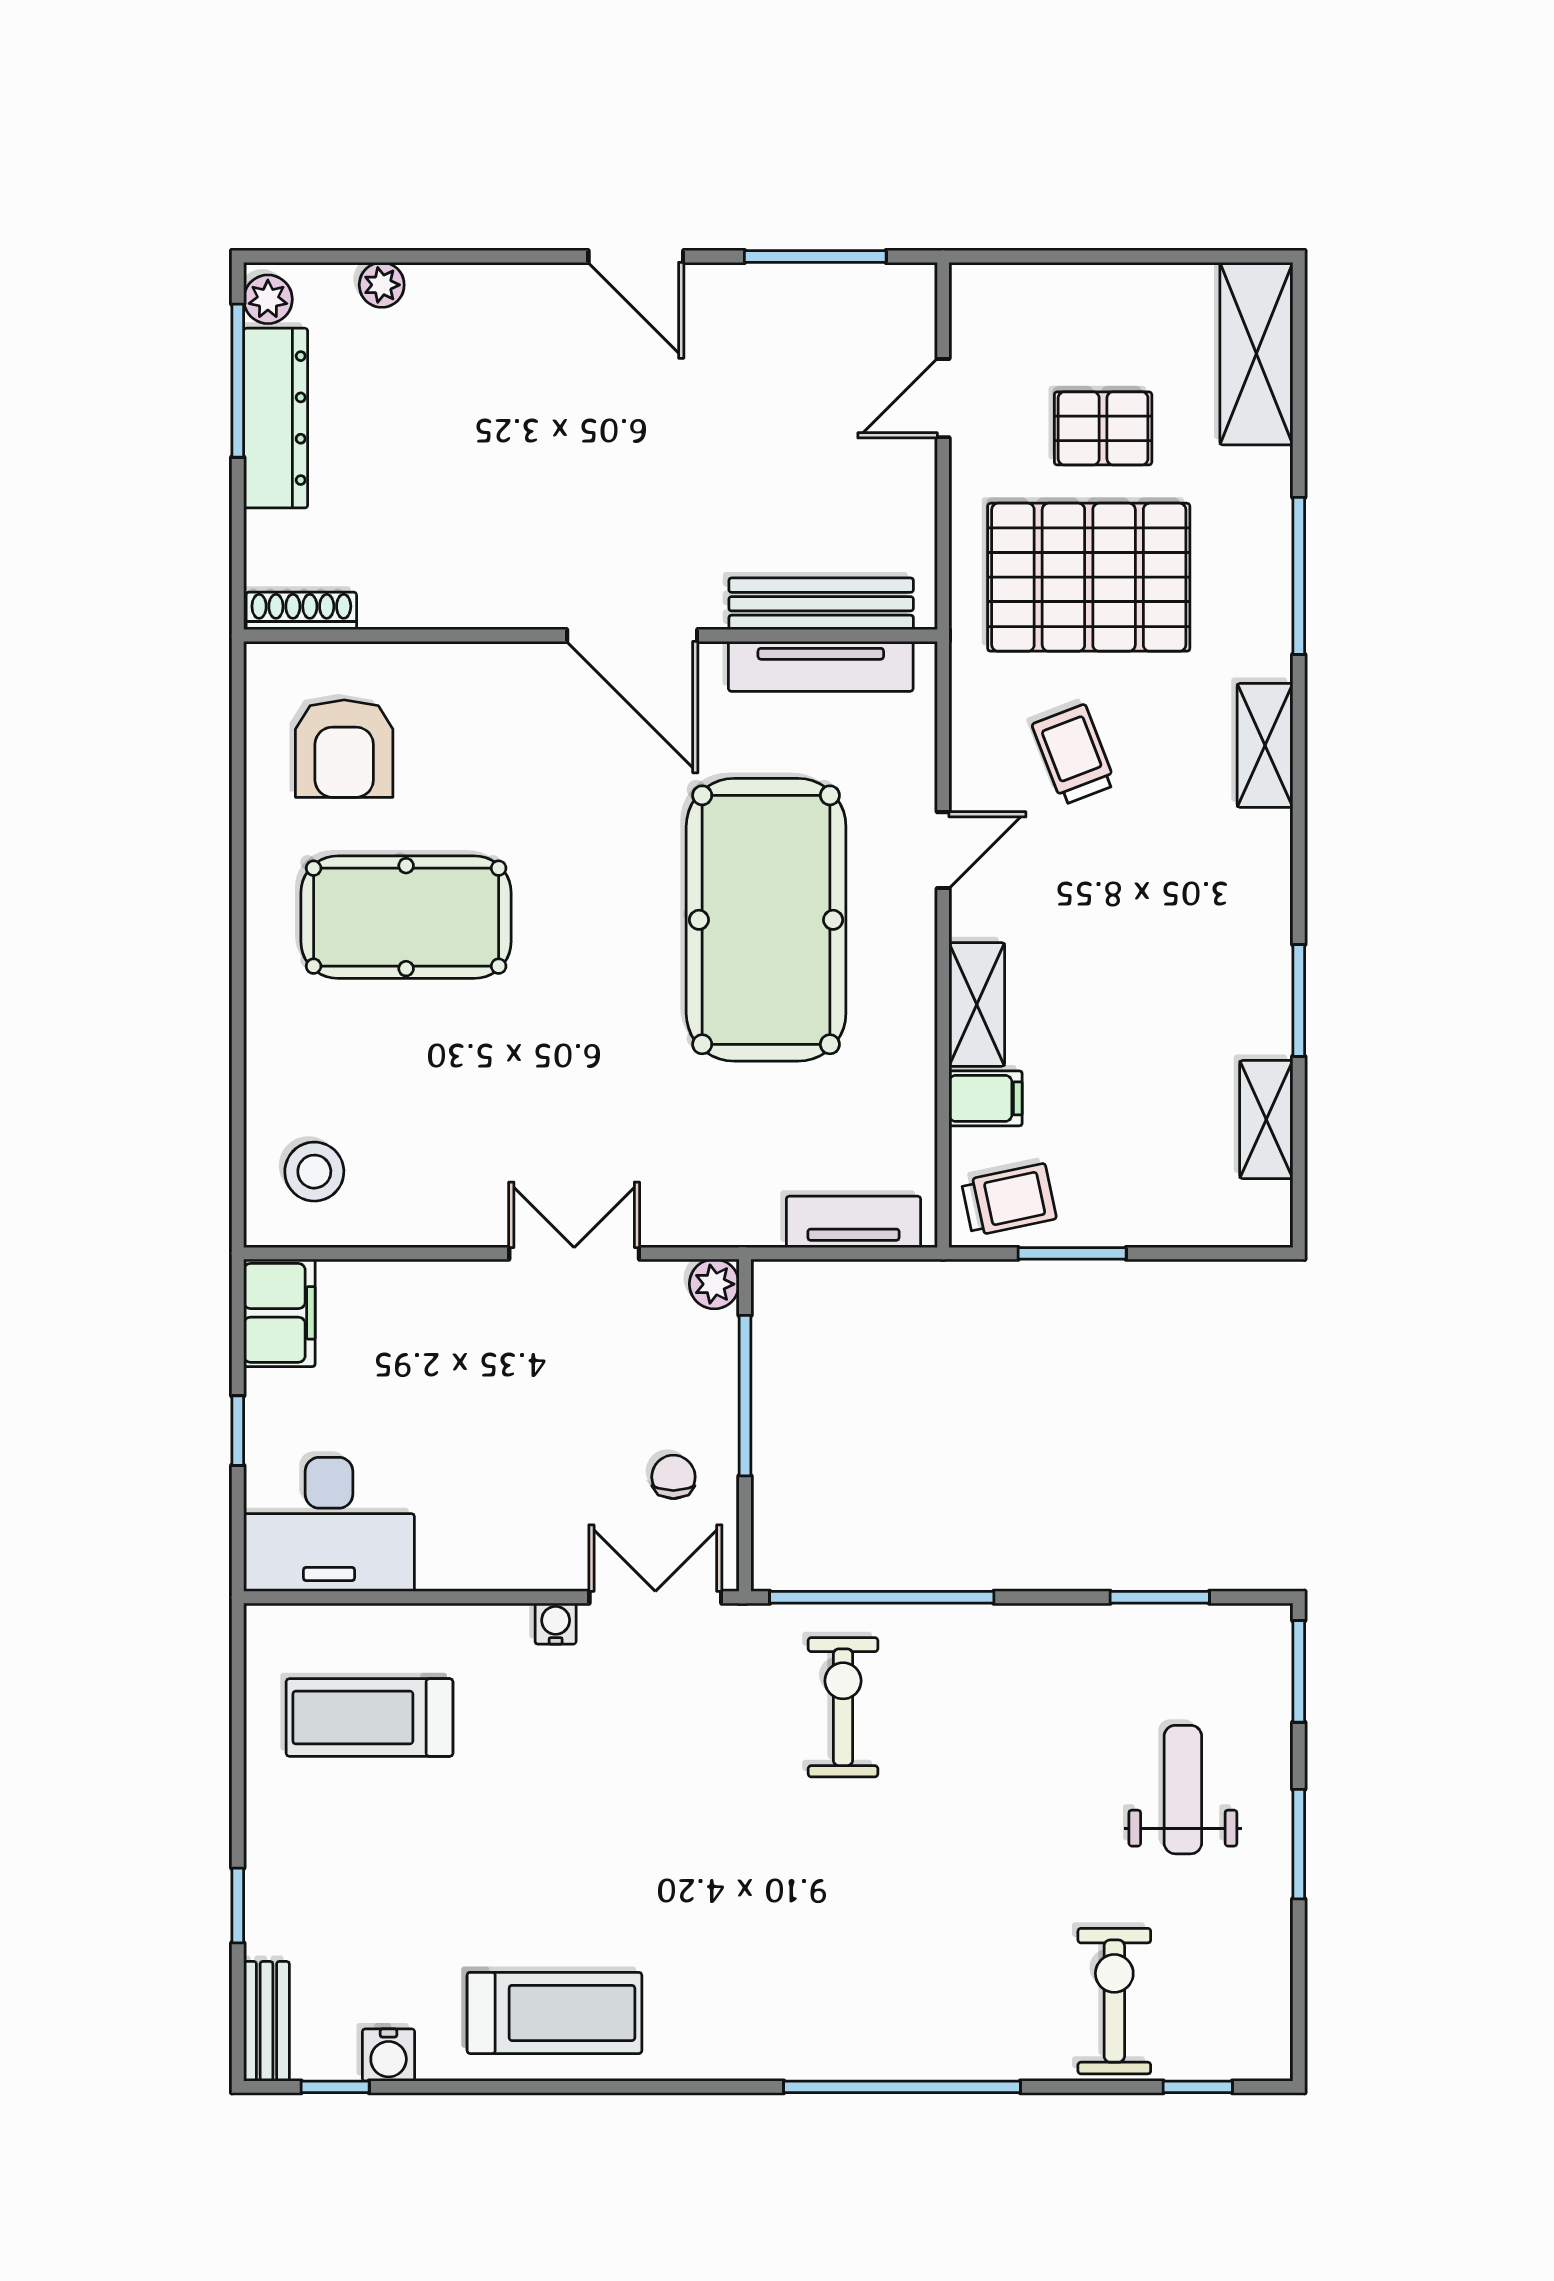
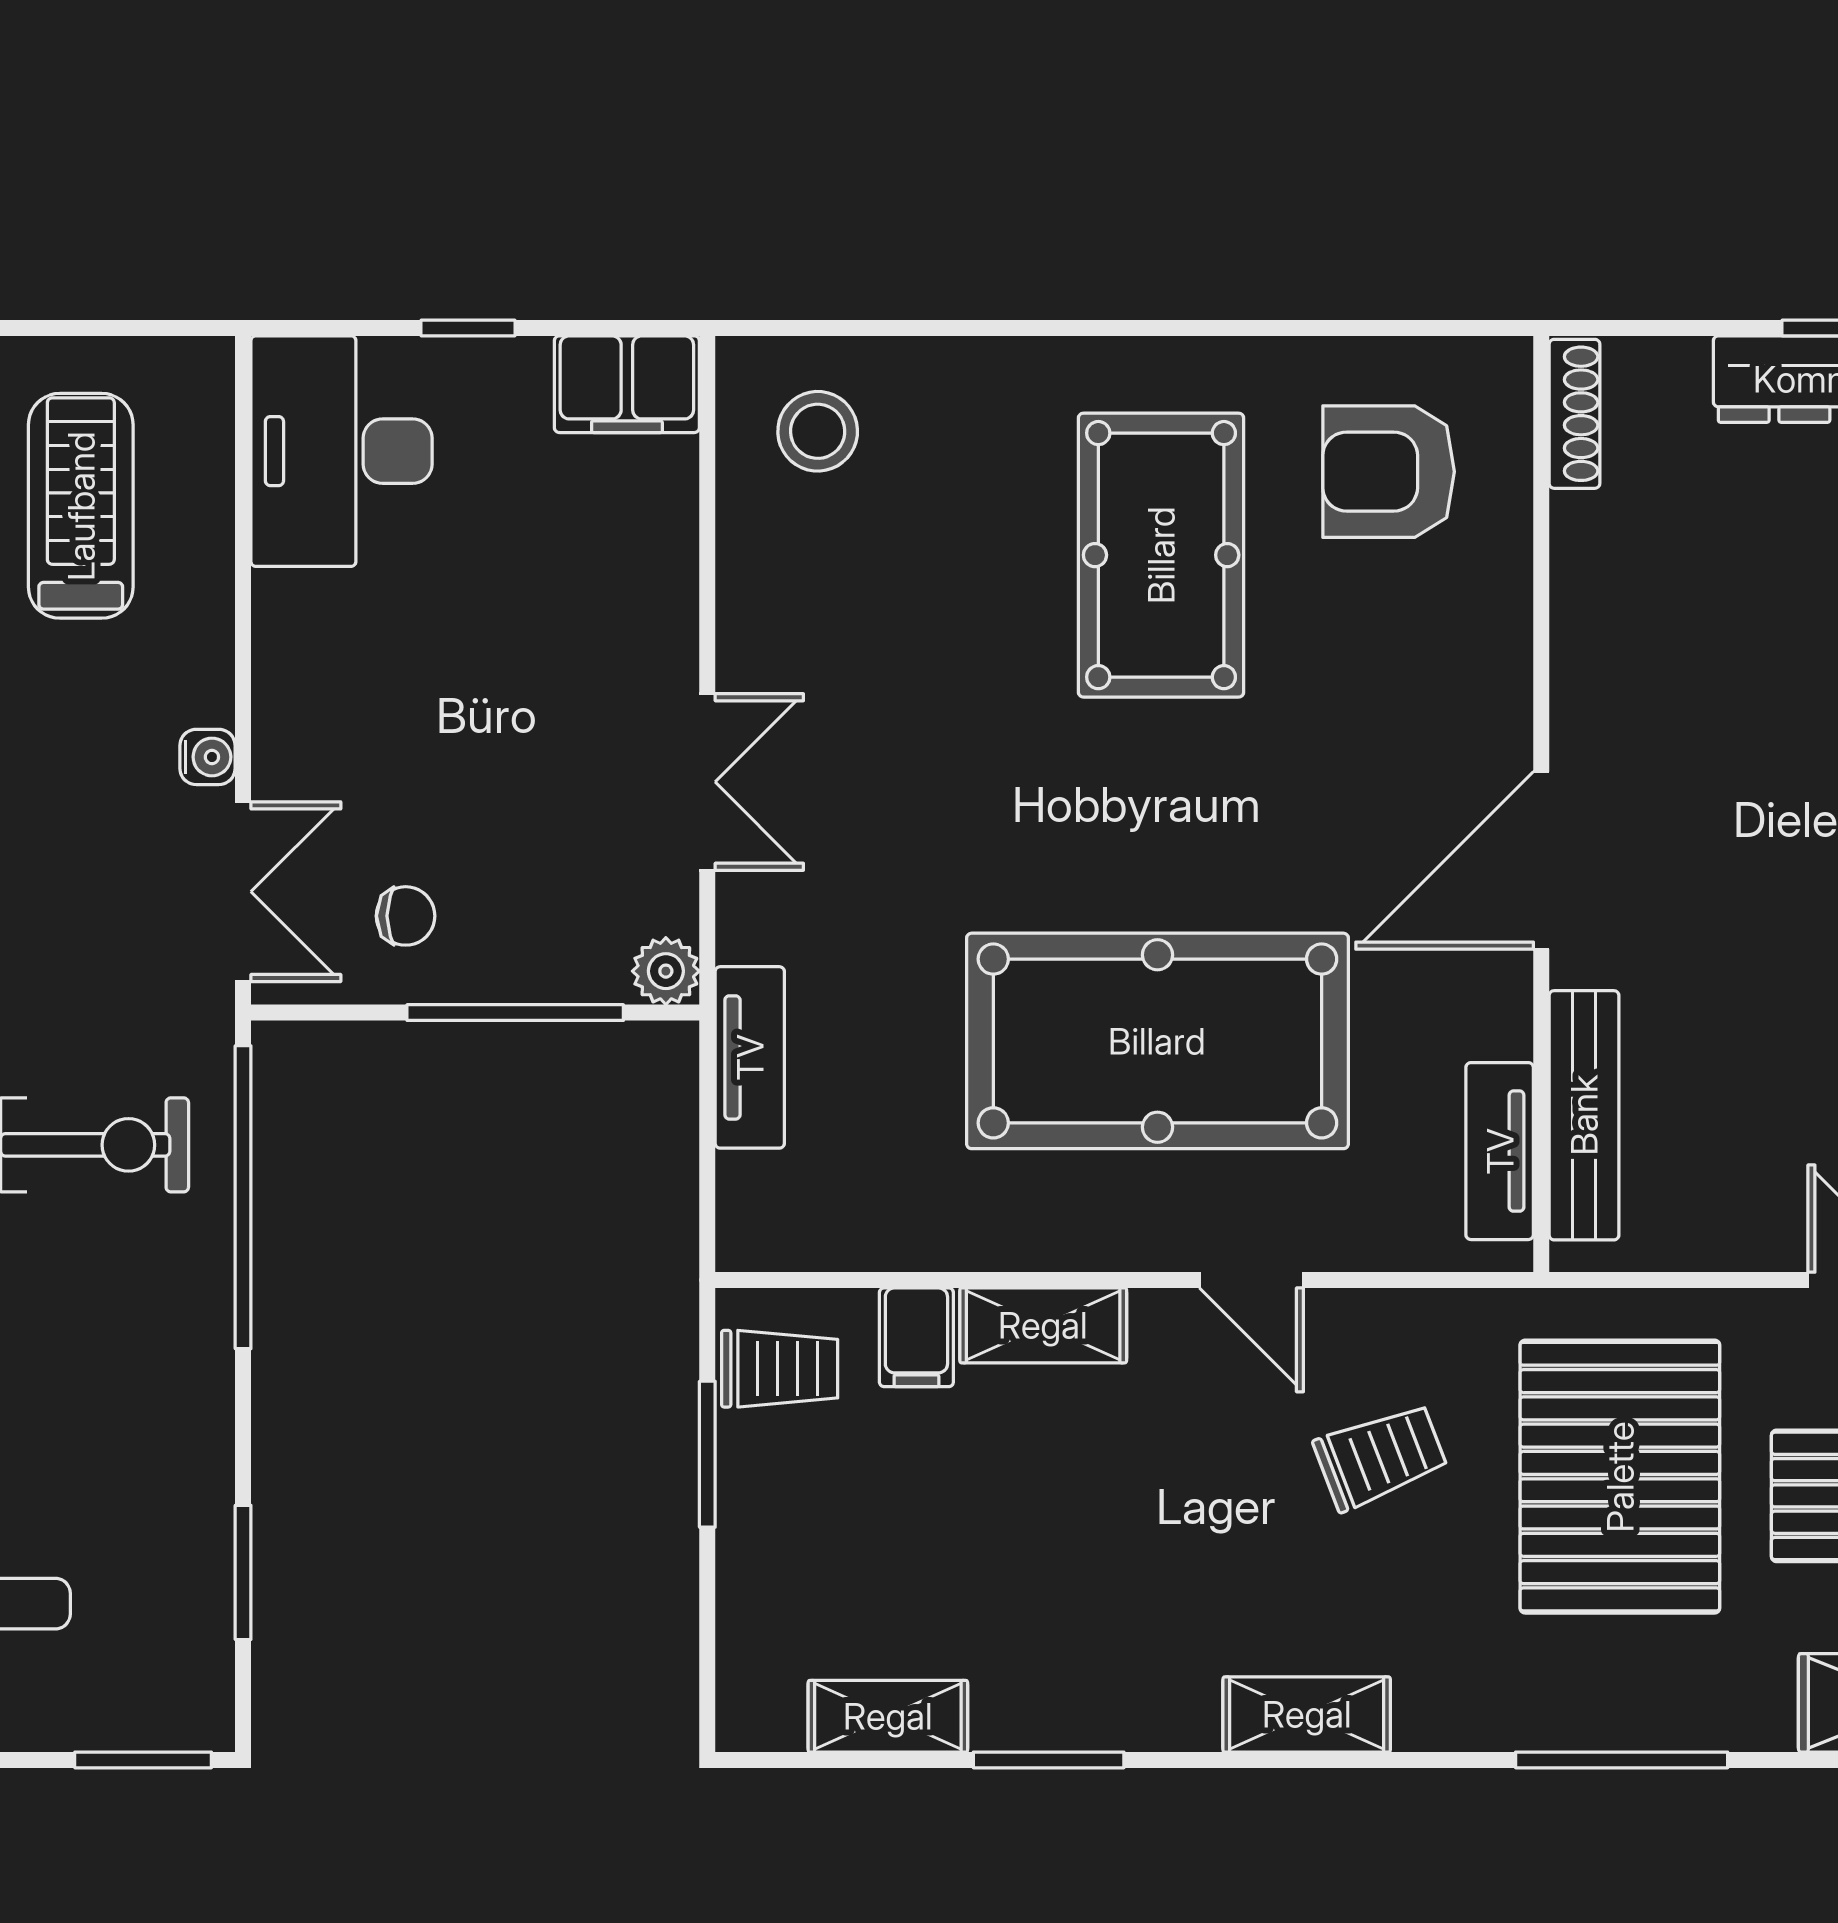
tv unit: (821, 666) -> (1500, 1151), width x0.71
shelving: (1265, 745) -> (1307, 1714), moved
trolley: (1009, 1200) -> (780, 1369), turned -78
tv unit: (853, 1222) -> (750, 1057), moved

